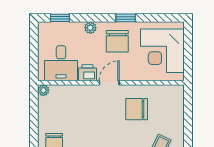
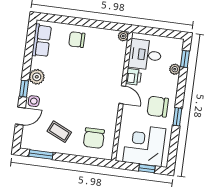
plant: (90, 28) -> (175, 69), moved
window: (188, 44) -> (147, 169), added
chair: (137, 109) -> (94, 138), moved, turned 180

